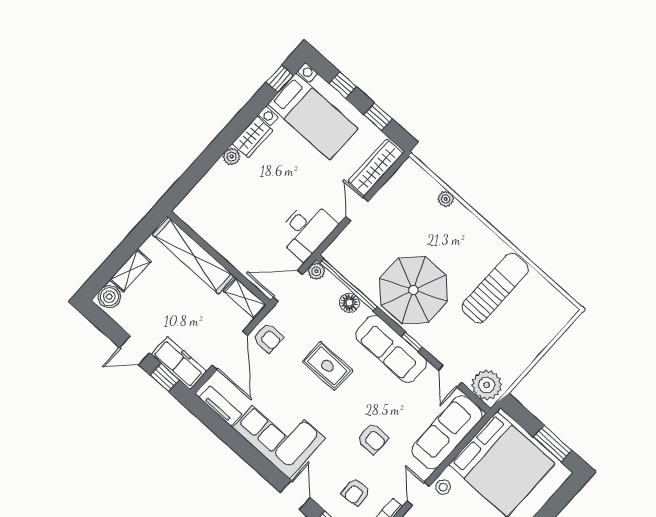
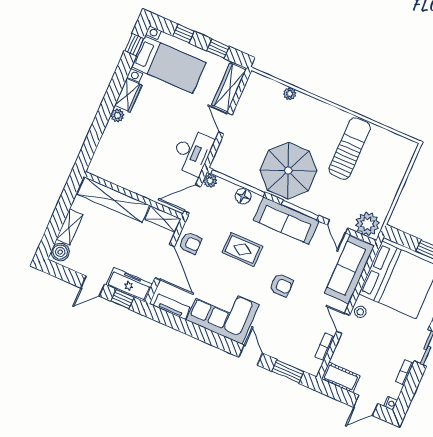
window: (412, 342) -> (300, 210), width x2.17
armchair: (373, 439) -> (281, 285), moved
armchair: (356, 492) -> (295, 338), removed

